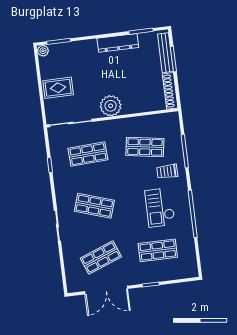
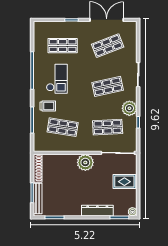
dresser: (118, 43) -> (97, 211), moved
plant: (63, 181) -> (129, 108), added
shop shelf: (94, 206) -> (108, 86), turned -30

